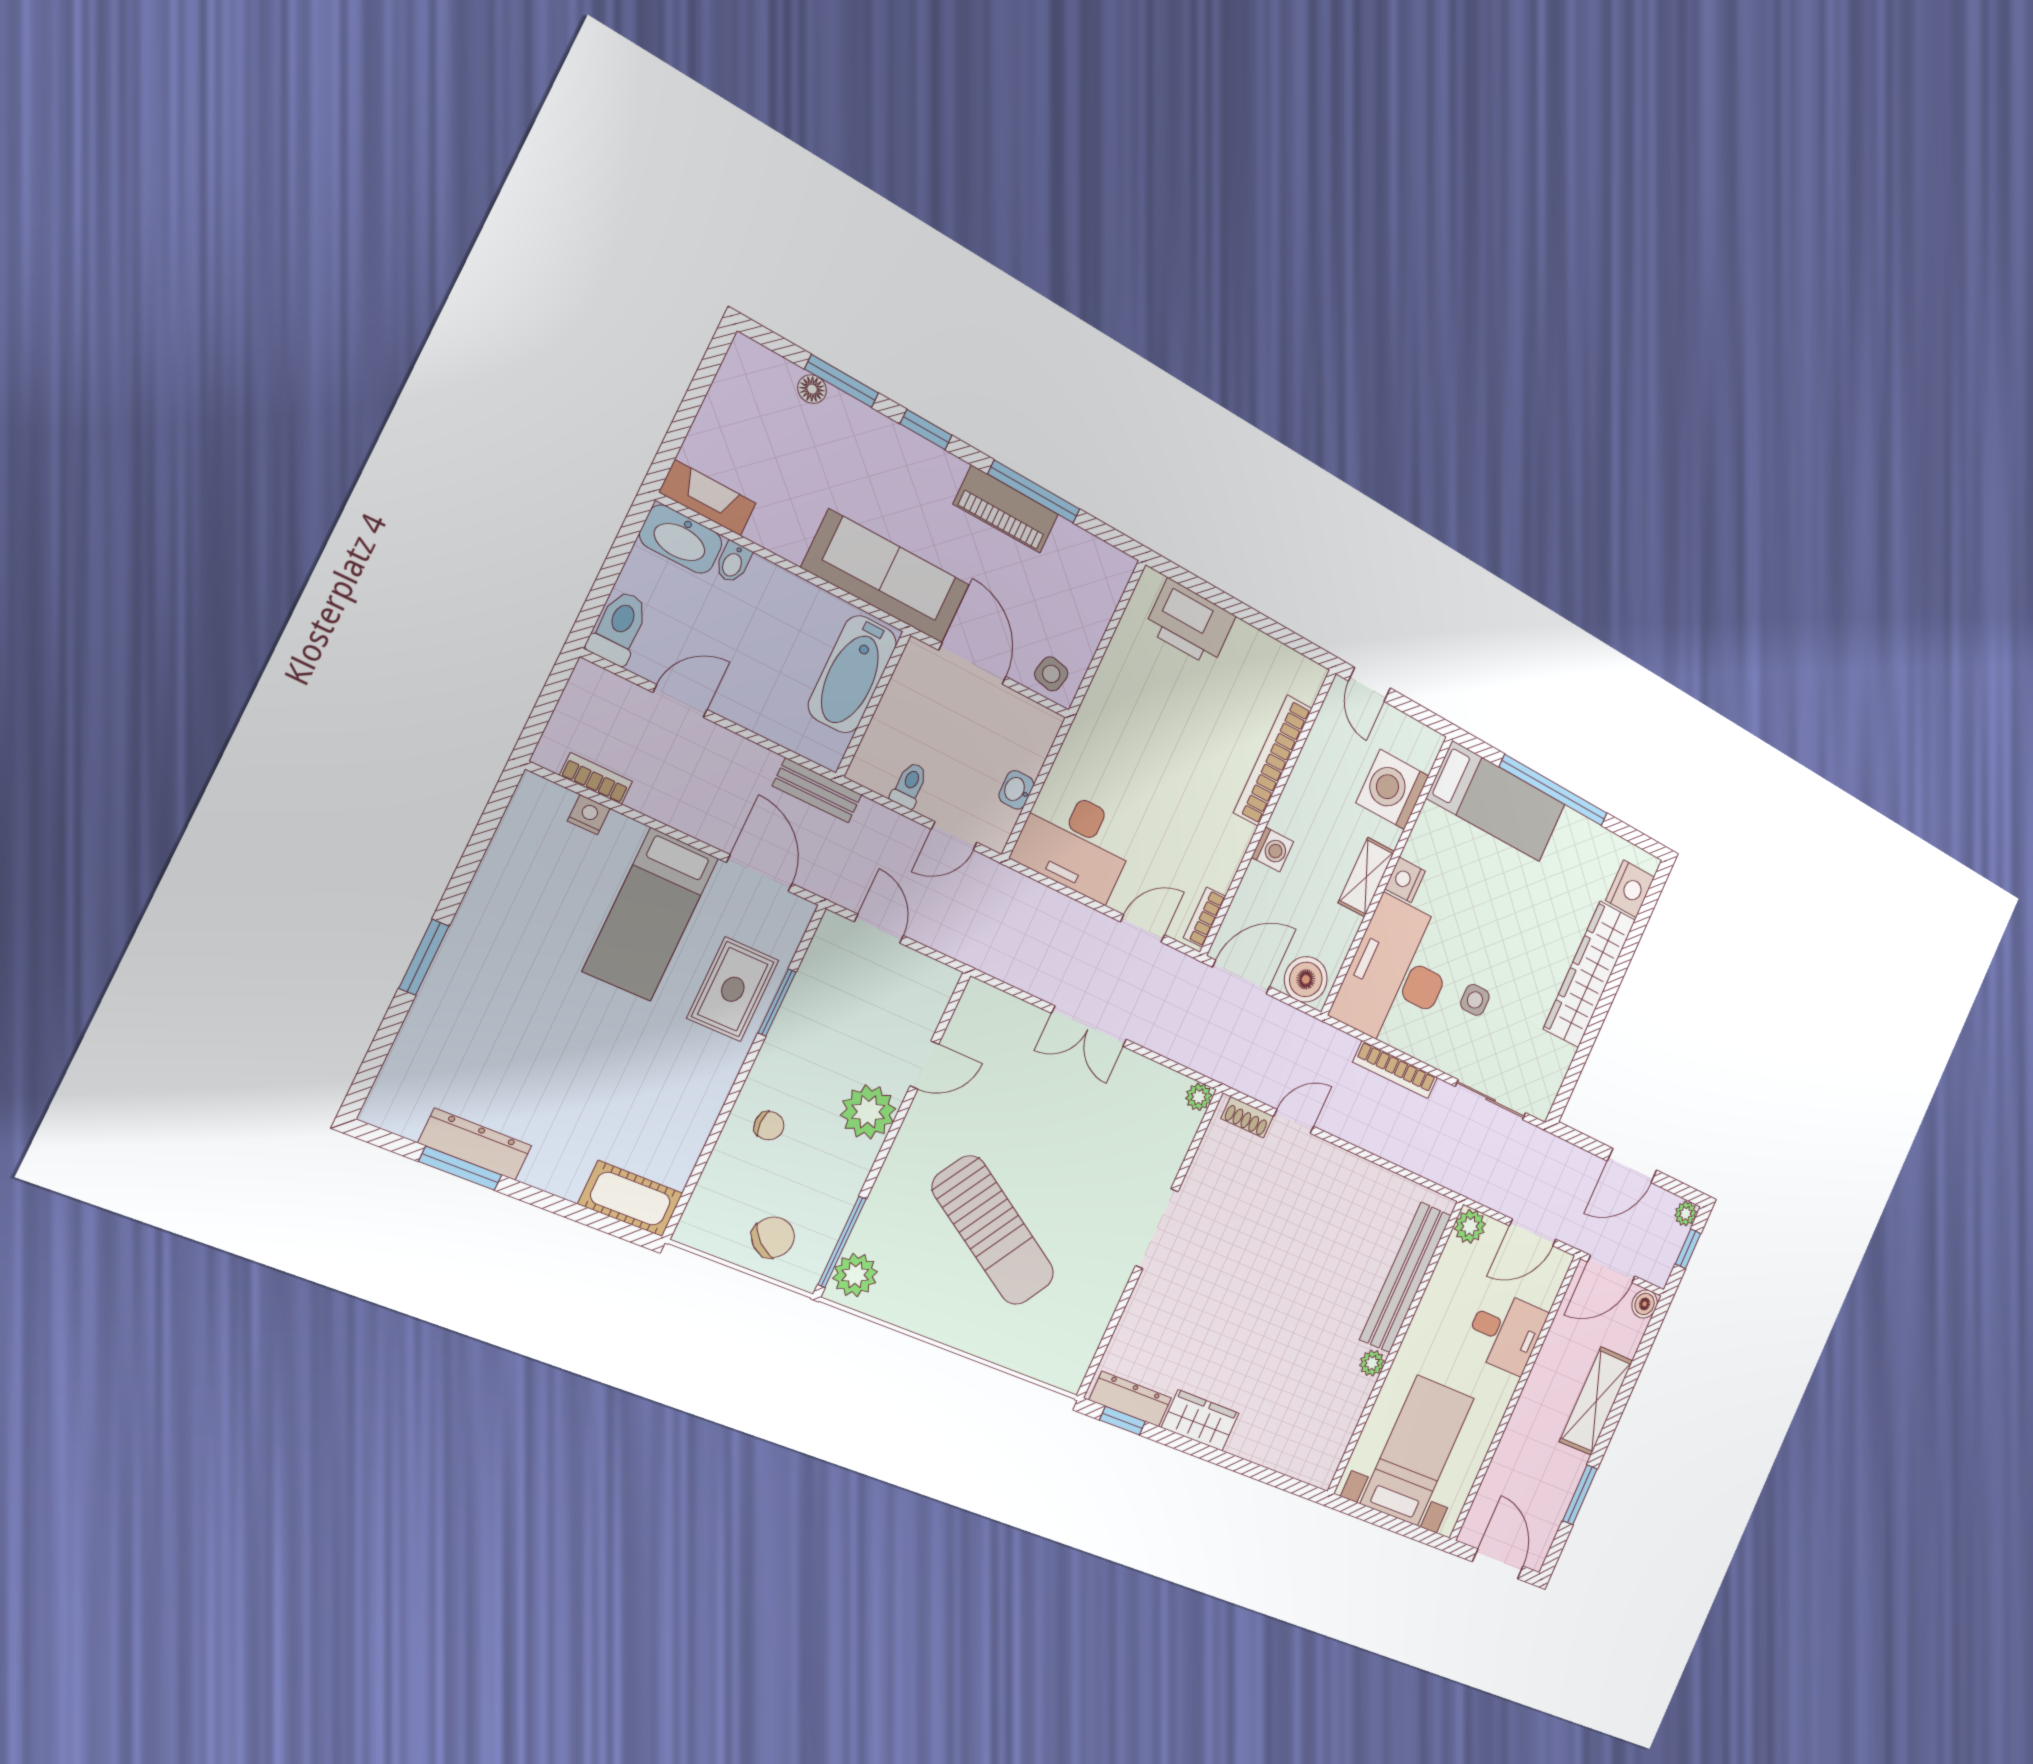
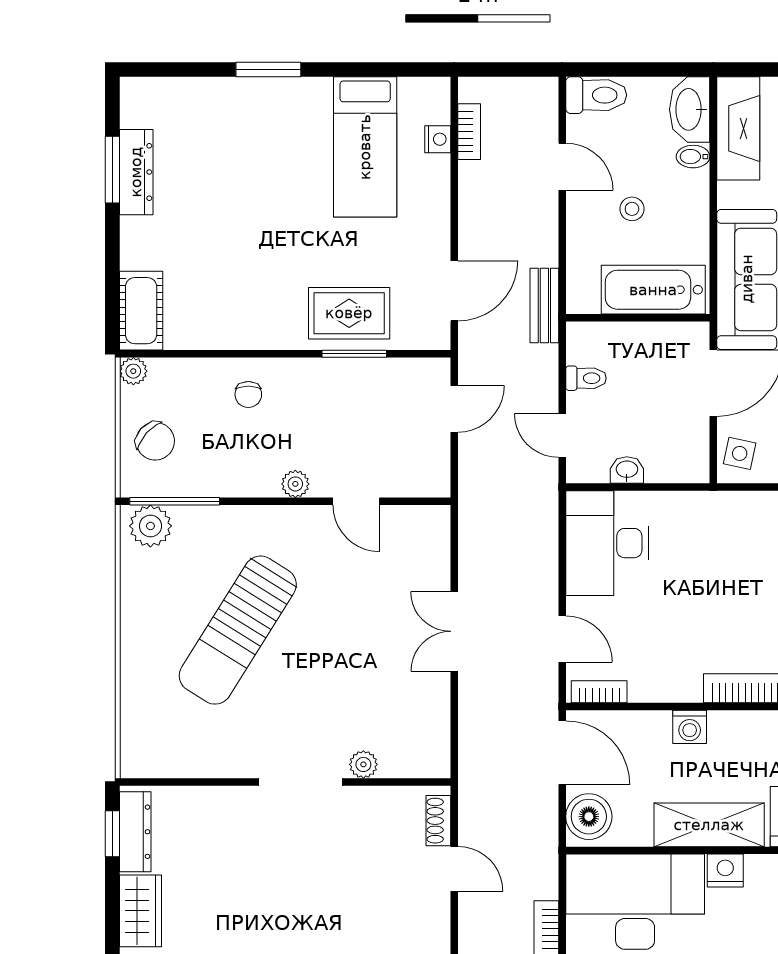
fireplace: (708, 498) -> (738, 128), width x1.37, depth x1.32
stool: (759, 653) -> (632, 209), added
shelving: (1366, 877) -> (709, 825), width x1.50, depth x1.33
bed: (651, 914) -> (365, 147), moved, turned -90
plant: (1199, 1097) -> (363, 764), moved
plant: (868, 1112) -> (295, 484), width x0.53, depth x0.53
plant: (691, 1231) -> (133, 371), added

